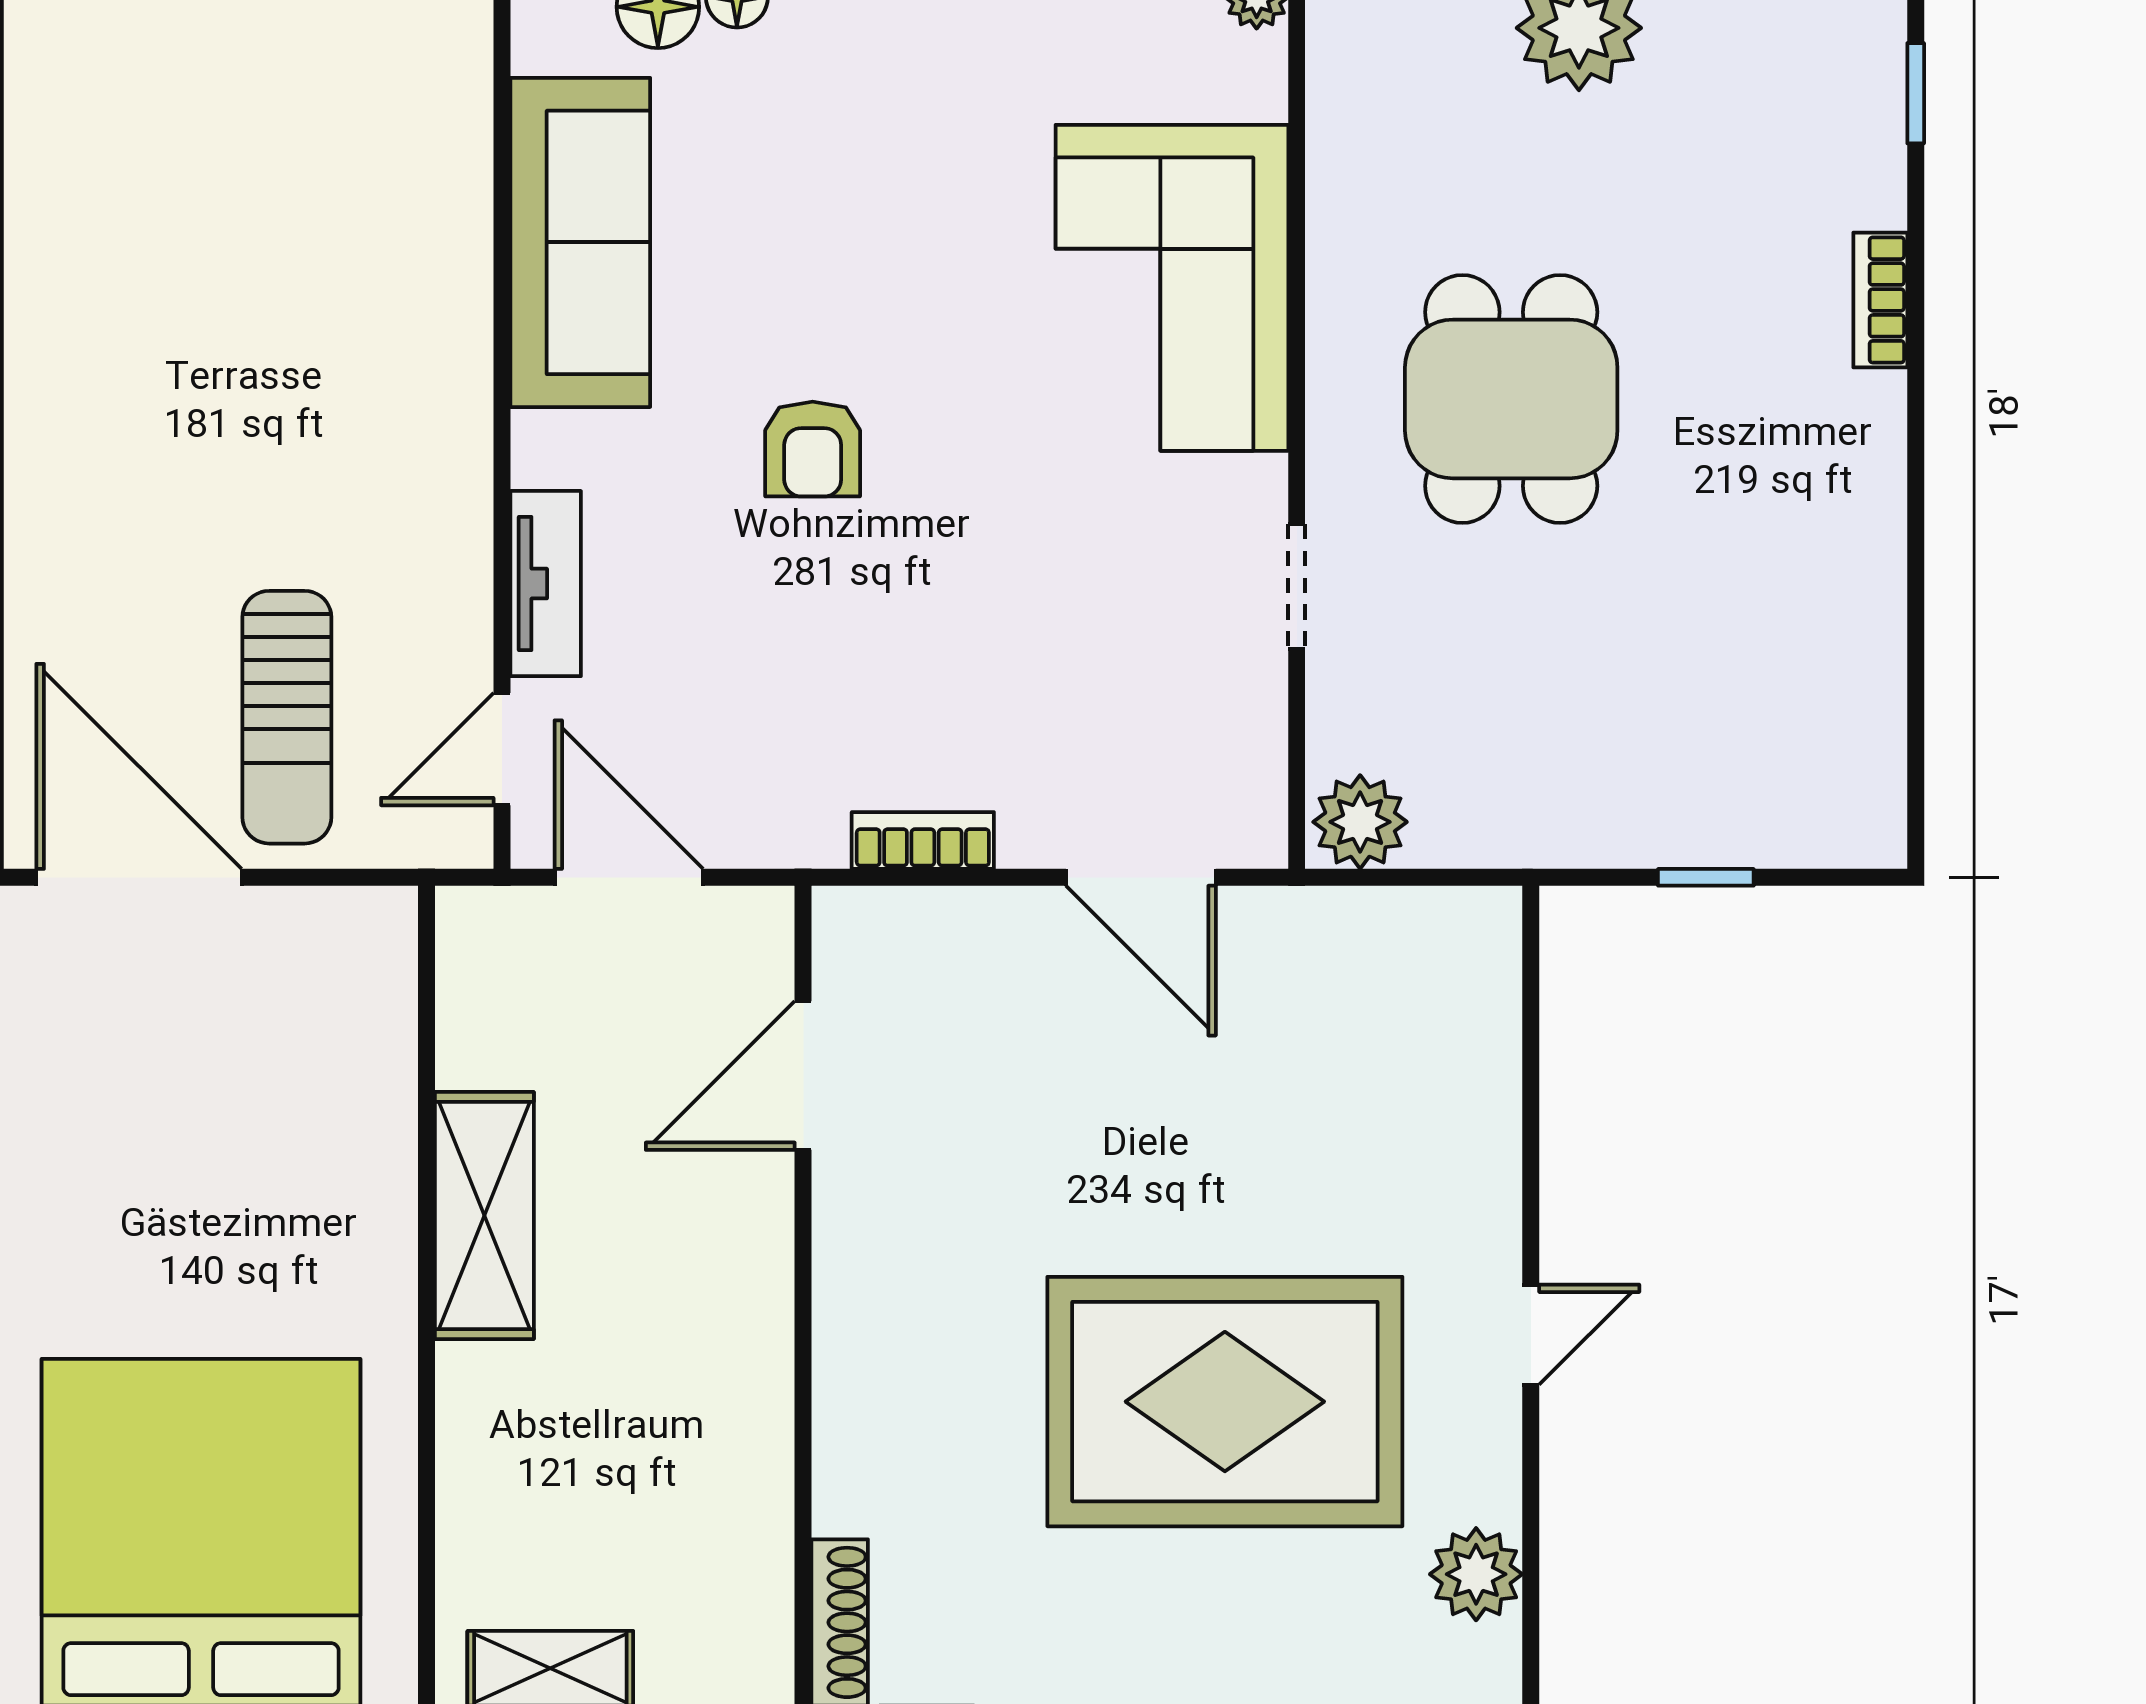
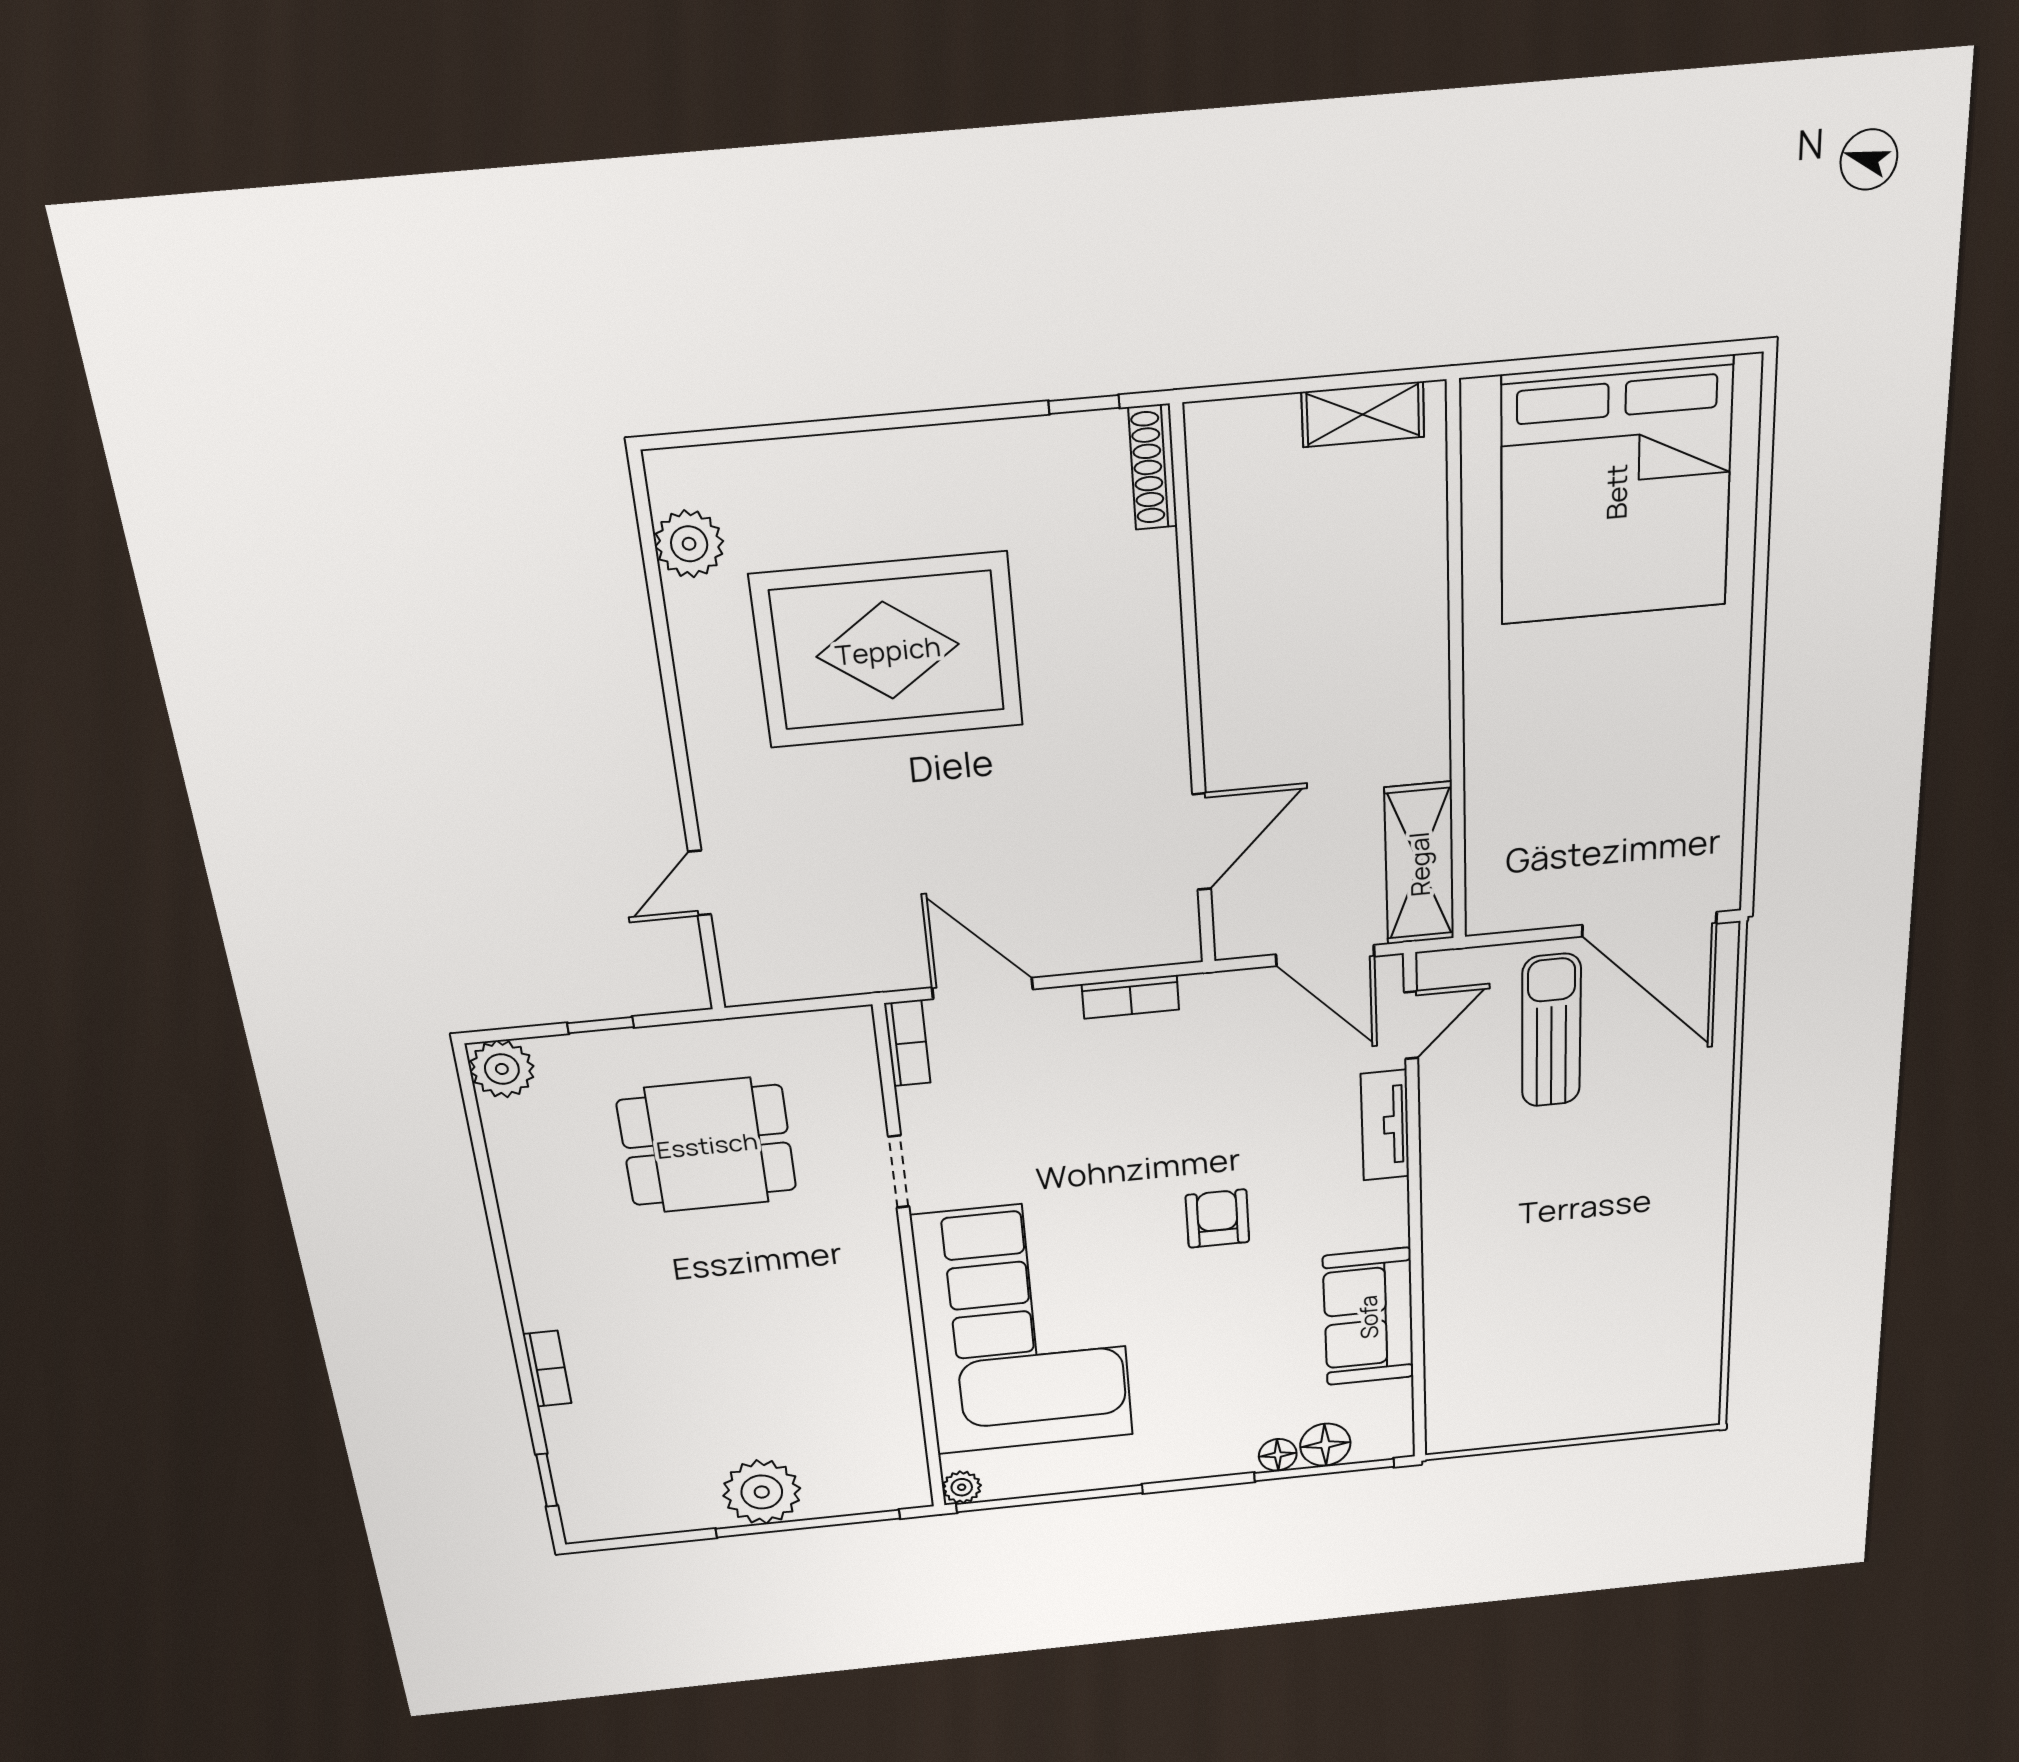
sofa: (580, 242) -> (1368, 1317), width x0.73
corner sofa: (1172, 288) -> (1024, 1327), width x1.36, depth x1.36
dining table: (1511, 399) -> (707, 1145), moved, turned 90
bookcase: (1261, 800) -> (907, 1043), added
plant: (1360, 822) -> (502, 1069), moved
shelving: (484, 1216) -> (1419, 864), moved
door: (1531, 1335) -> (700, 883), moved

